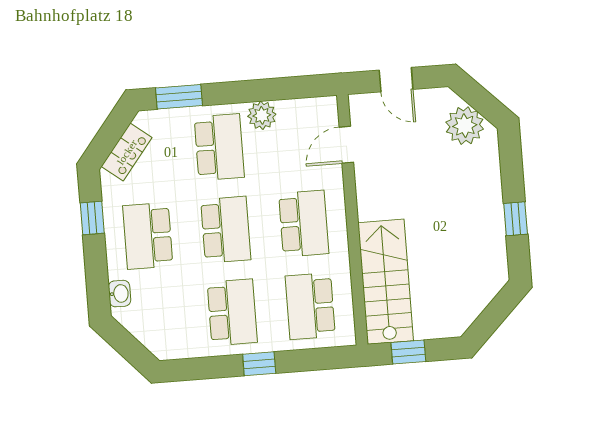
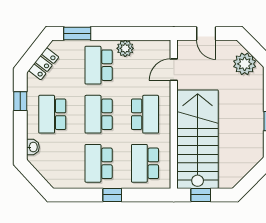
school desk: (219, 147) -> (99, 65), turned 180
school desk: (226, 230) -> (99, 114), turned 180
stairs: (386, 282) -> (198, 139), width x1.36, depth x1.51
school desk: (232, 312) -> (99, 163), turned 180

